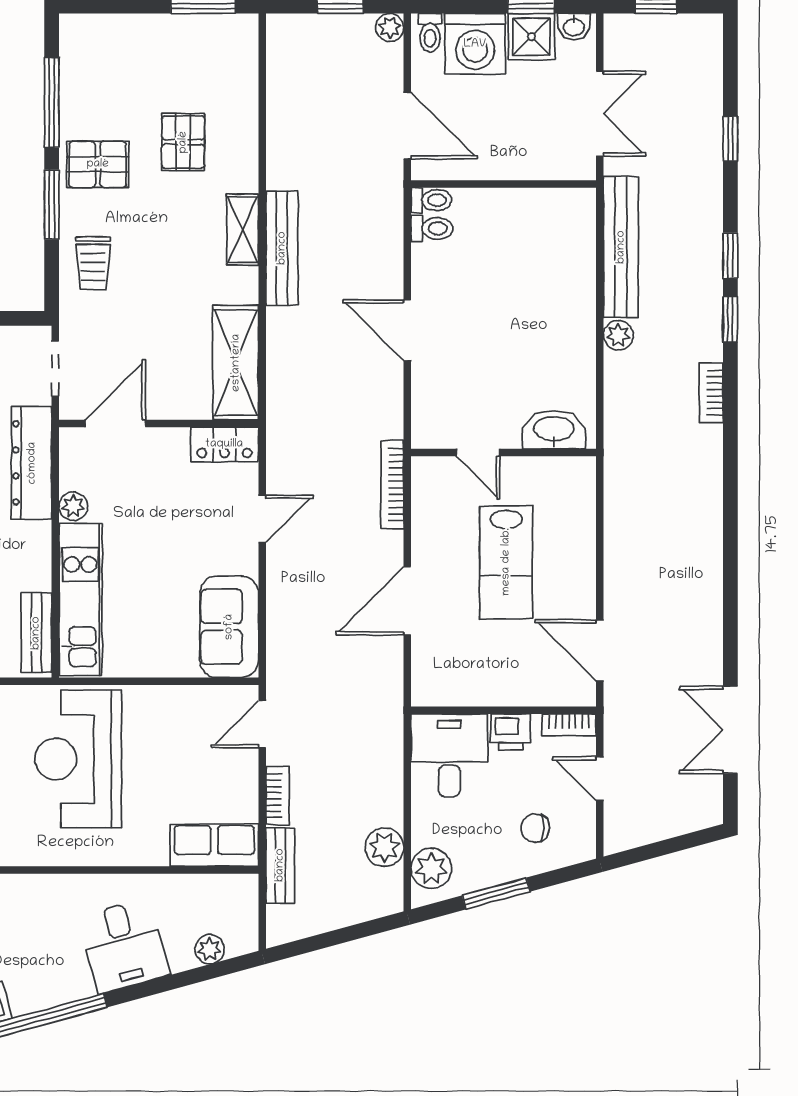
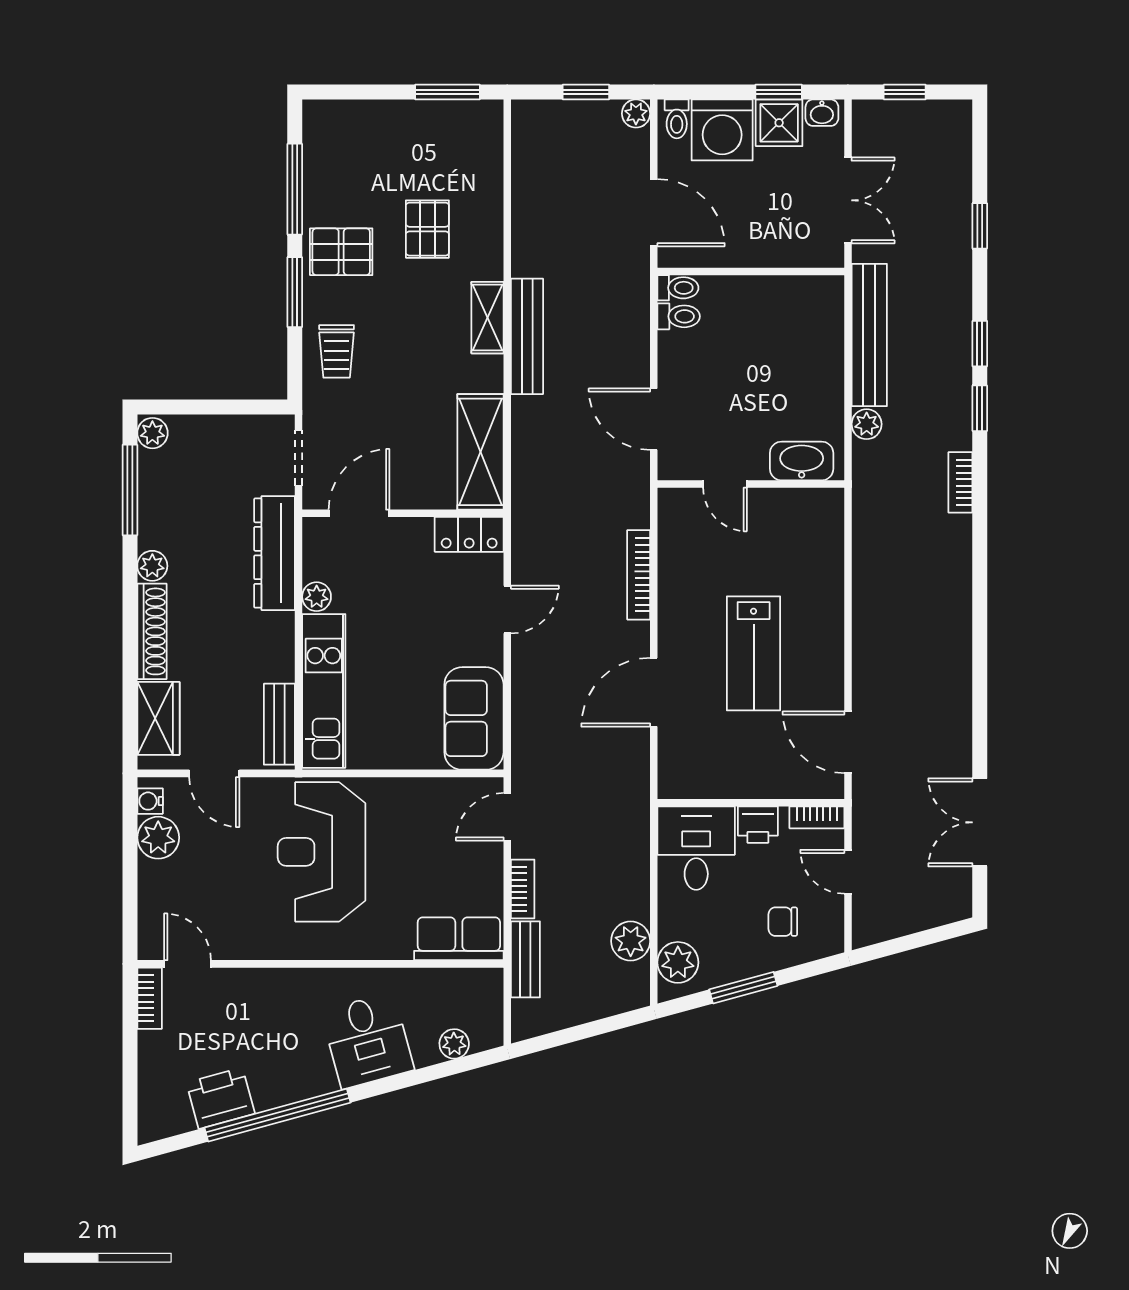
washbasin: (554, 430) -> (802, 461), moved
door: (478, 453) -> (725, 484), moved
wall: (504, 453) -> (751, 484), moved

